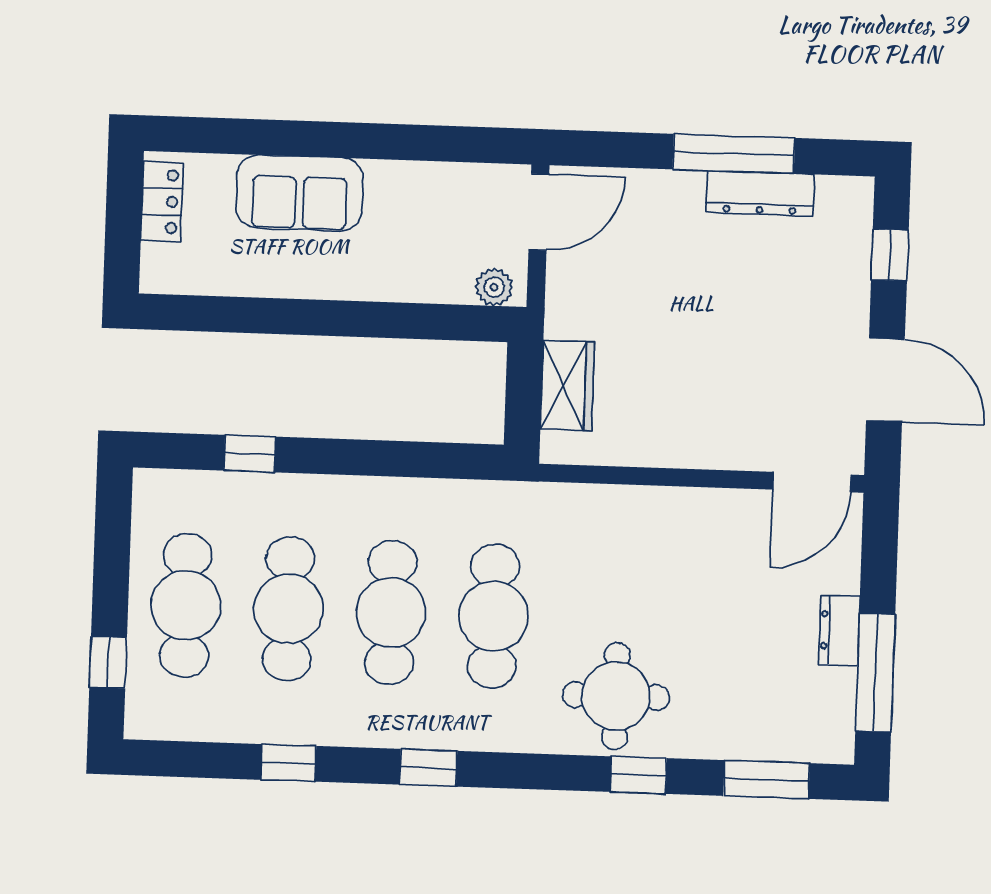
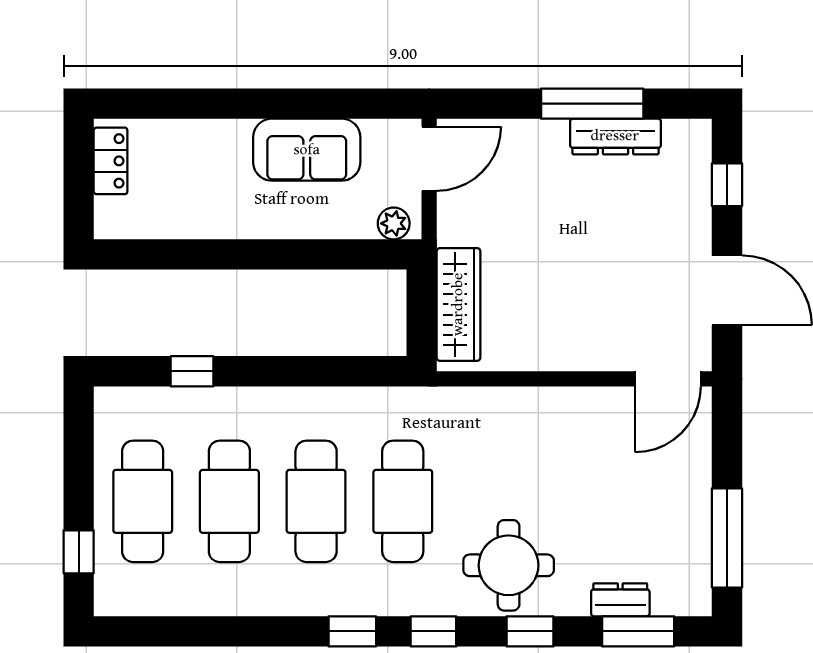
sofa: (300, 193) -> (307, 150), moved
wardrobe: (567, 386) -> (458, 304), width x1.50
dresser: (839, 630) -> (620, 600), moved, turned 90
window: (289, 763) -> (433, 631), moved

